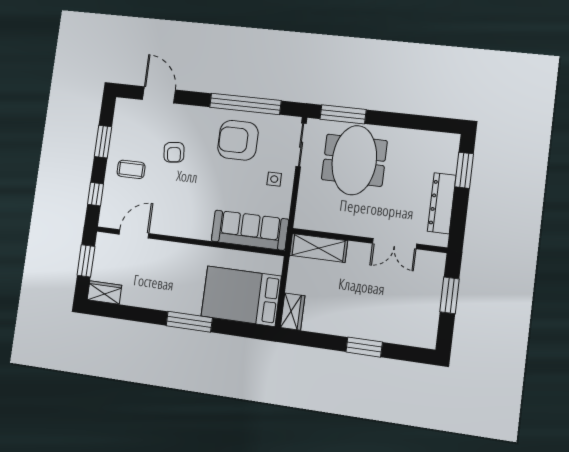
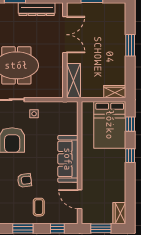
sofa: (250, 230) -> (68, 159), moved
double door: (394, 244) -> (65, 35), width x1.37
window: (189, 322) -> (130, 156), width x0.46
window: (238, 329) -> (130, 124), added

